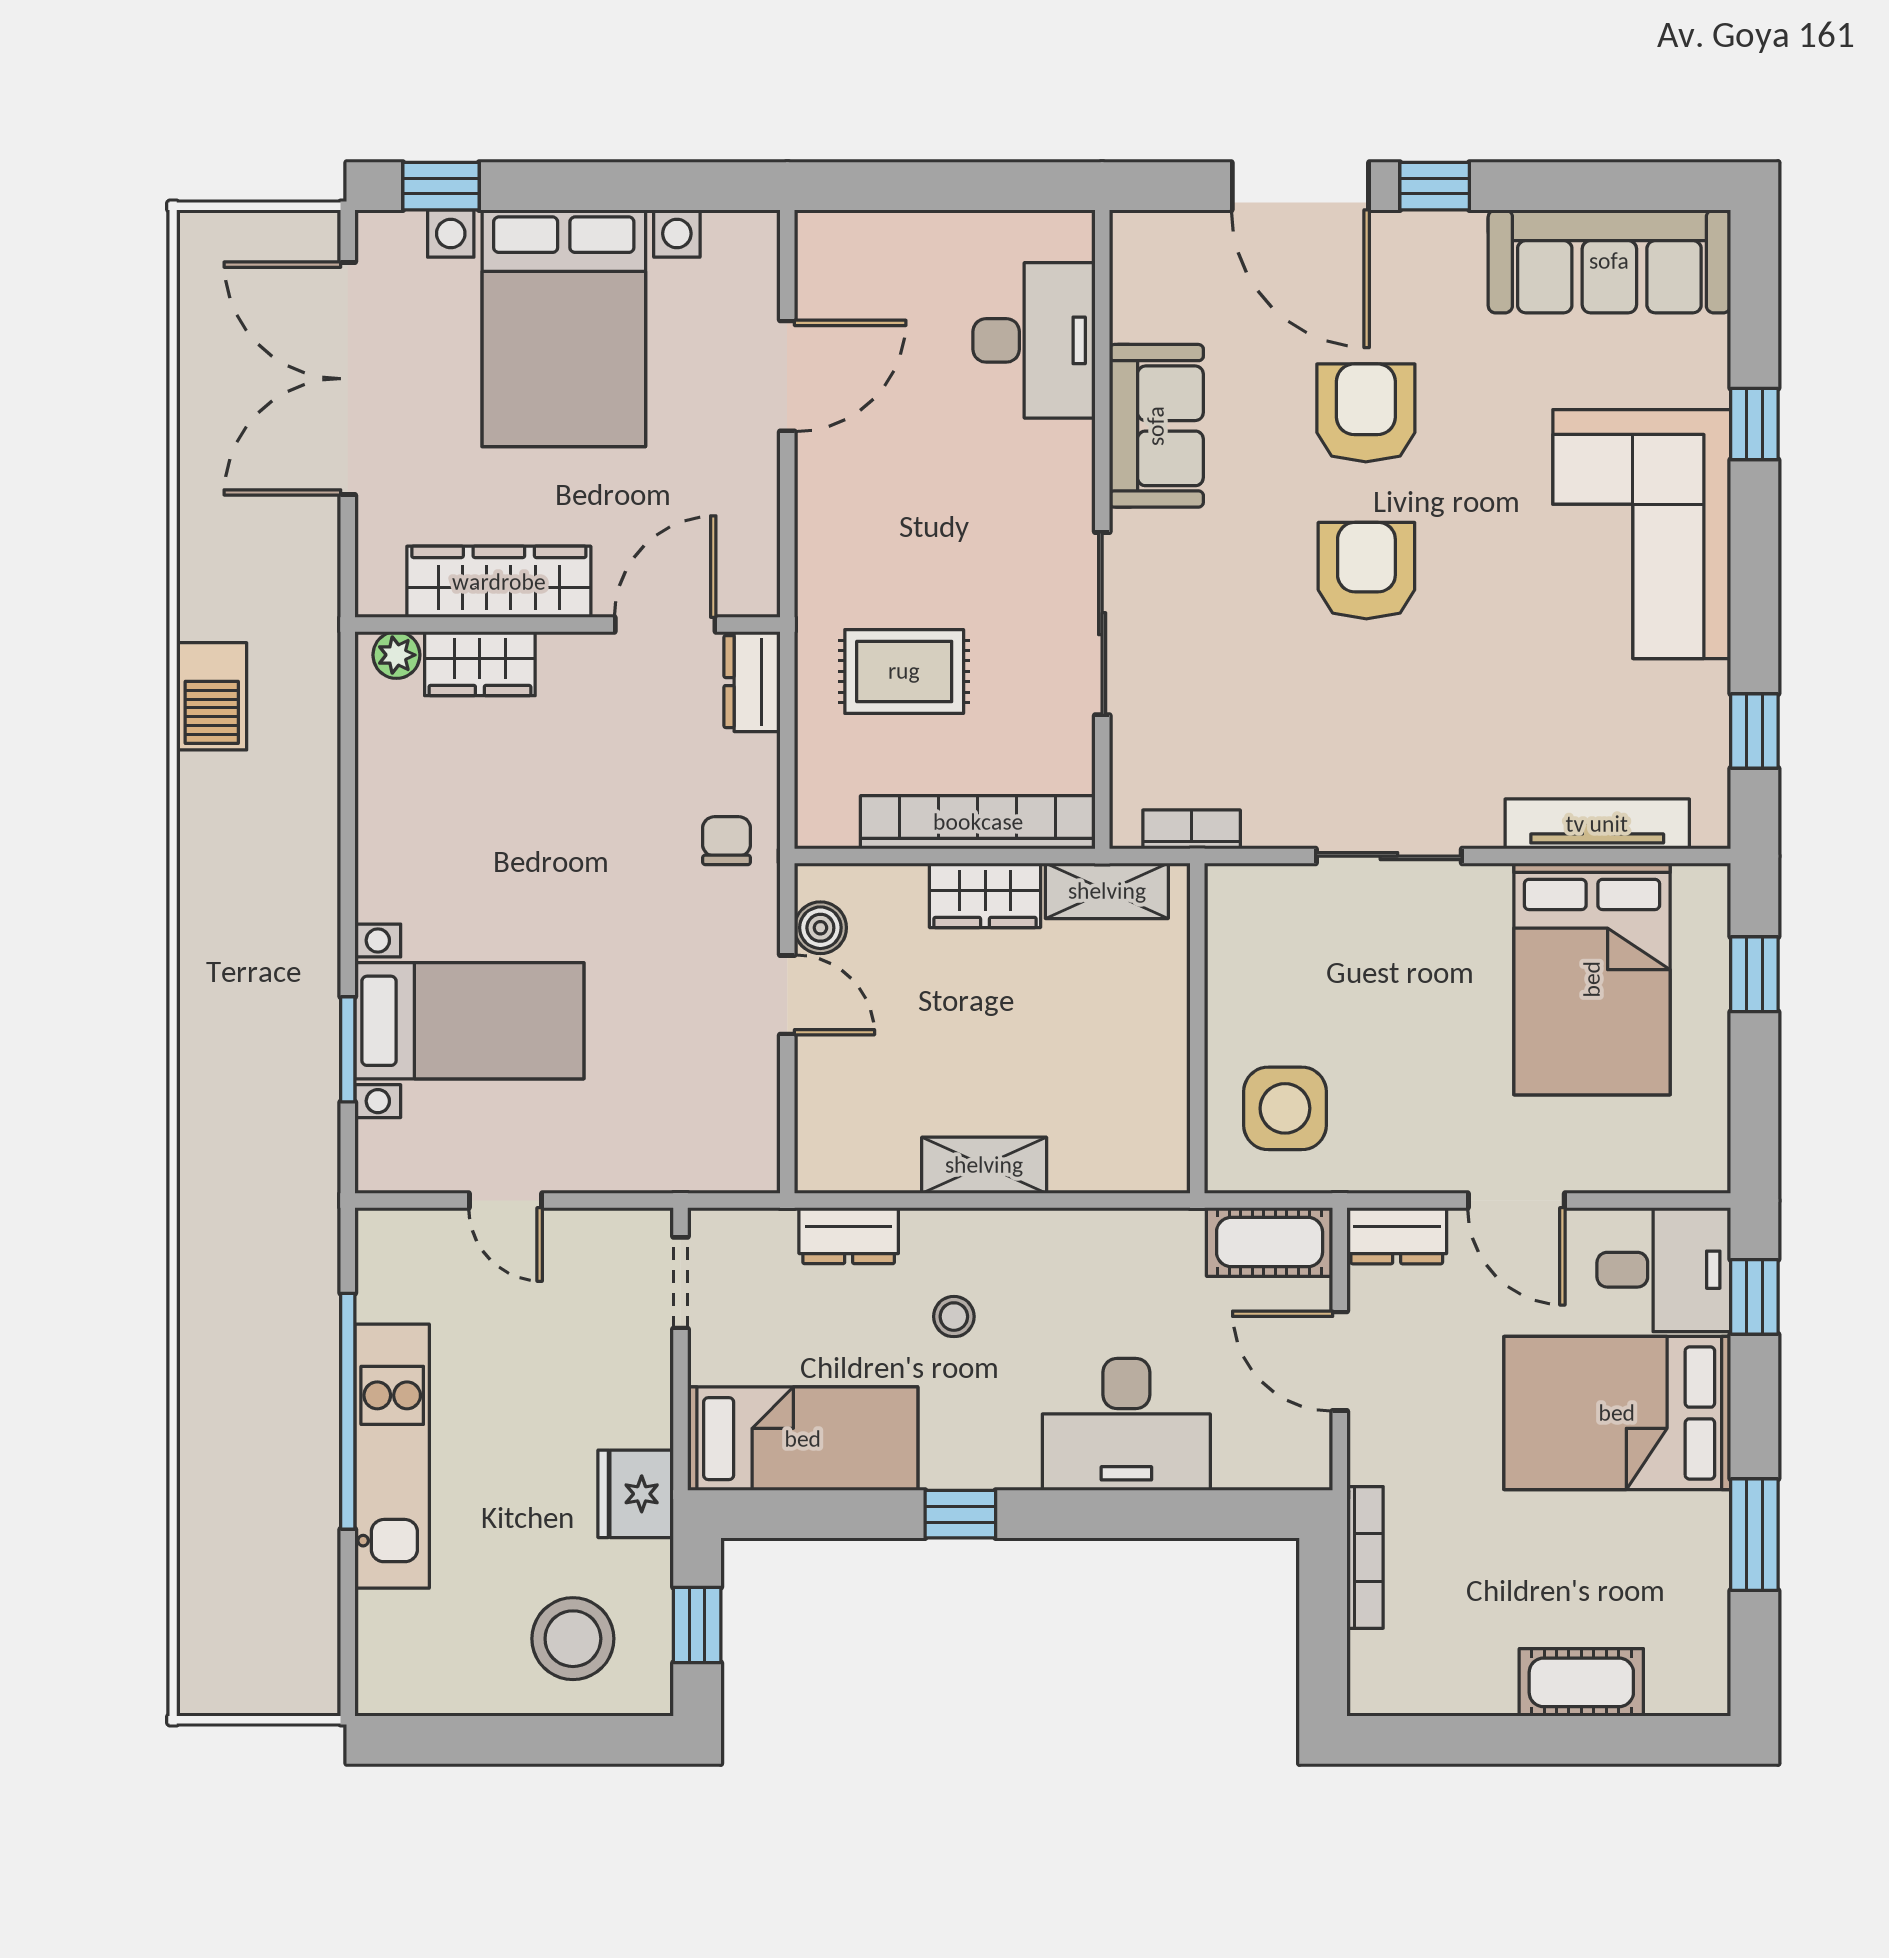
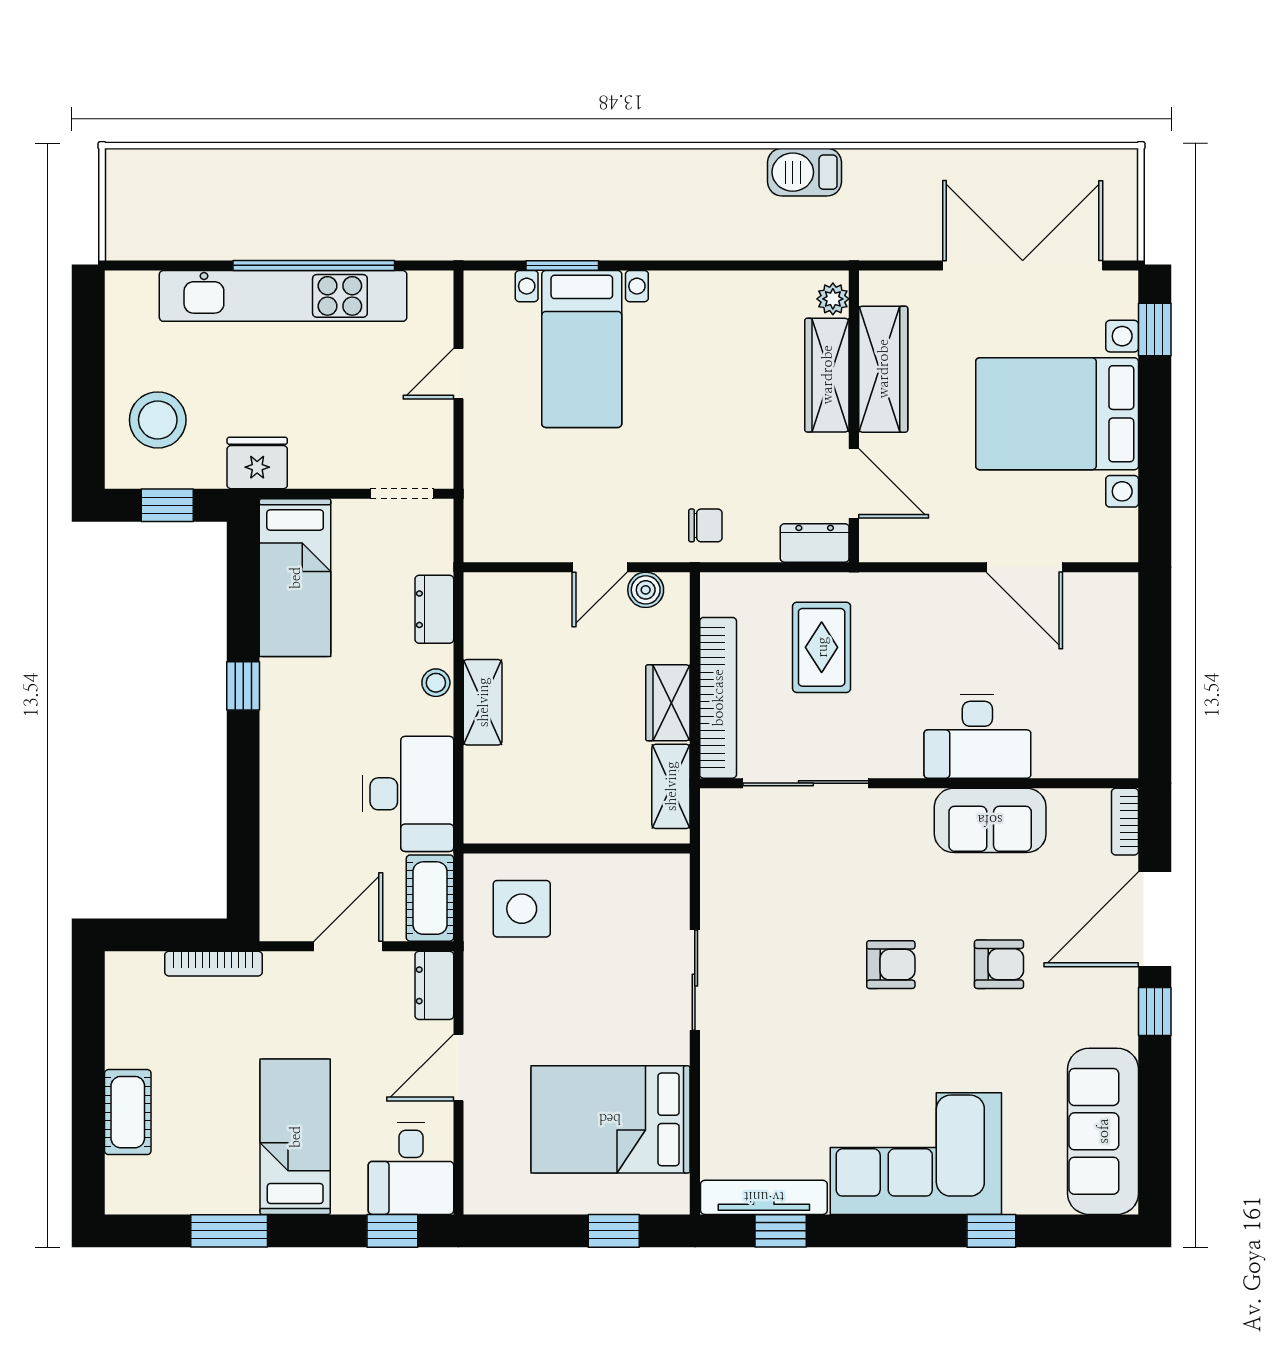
desk: (1034, 340) -> (977, 736), moved
armchair: (1366, 413) -> (999, 964), width x0.72, depth x0.72
armchair: (1366, 571) -> (891, 965), width x0.72, depth x0.72
sliding door: (1102, 624) -> (806, 783), moved
wardrobe: (480, 664) -> (827, 375), width x1.50
tv unit: (1597, 824) -> (764, 1197), moved, turned -90
bookcase: (1192, 829) -> (1125, 822), moved, turned 180
stool: (954, 1317) -> (436, 683), moved
bed: (1617, 1413) -> (295, 1137), width x0.67
desk: (1126, 1424) -> (408, 794), moved, turned 180
kitchen unit: (392, 1456) -> (283, 296), width x1.36

